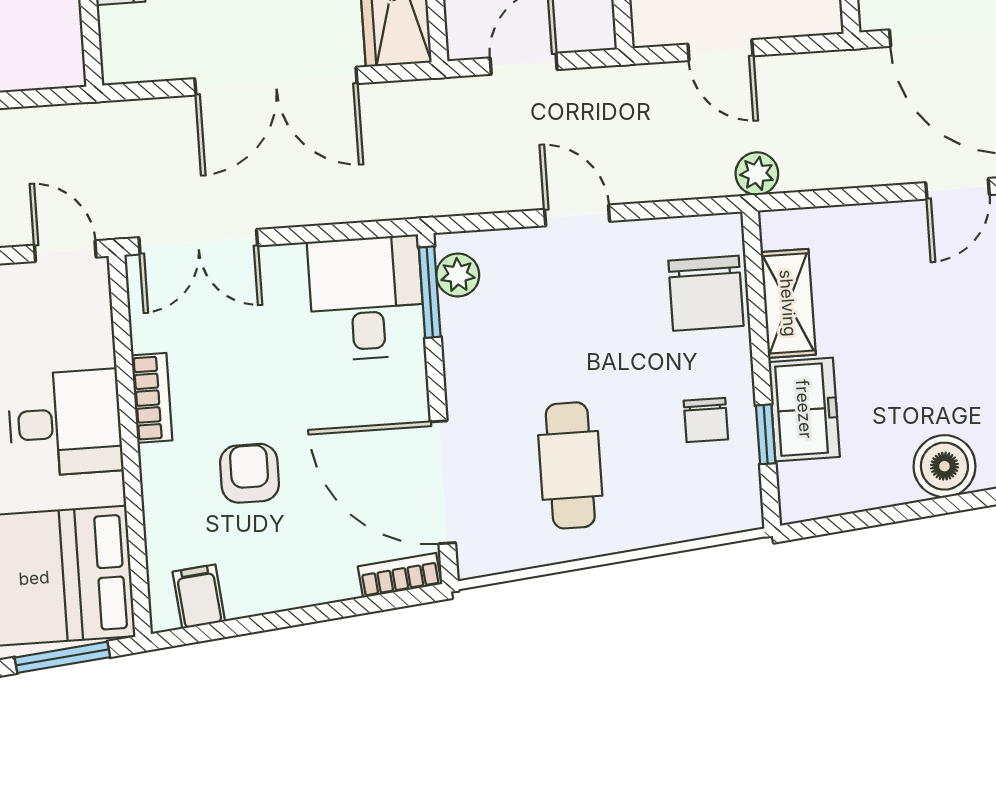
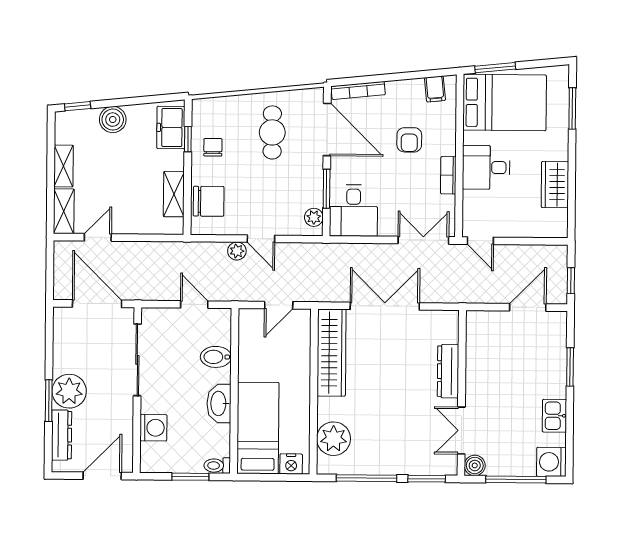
plant: (757, 174) -> (237, 251), moved
window: (430, 292) -> (327, 189), moved
chair: (706, 293) -> (209, 201), turned 90
freezer: (804, 409) -> (171, 128), moved
bookcase: (400, 575) -> (358, 90), width x1.56

